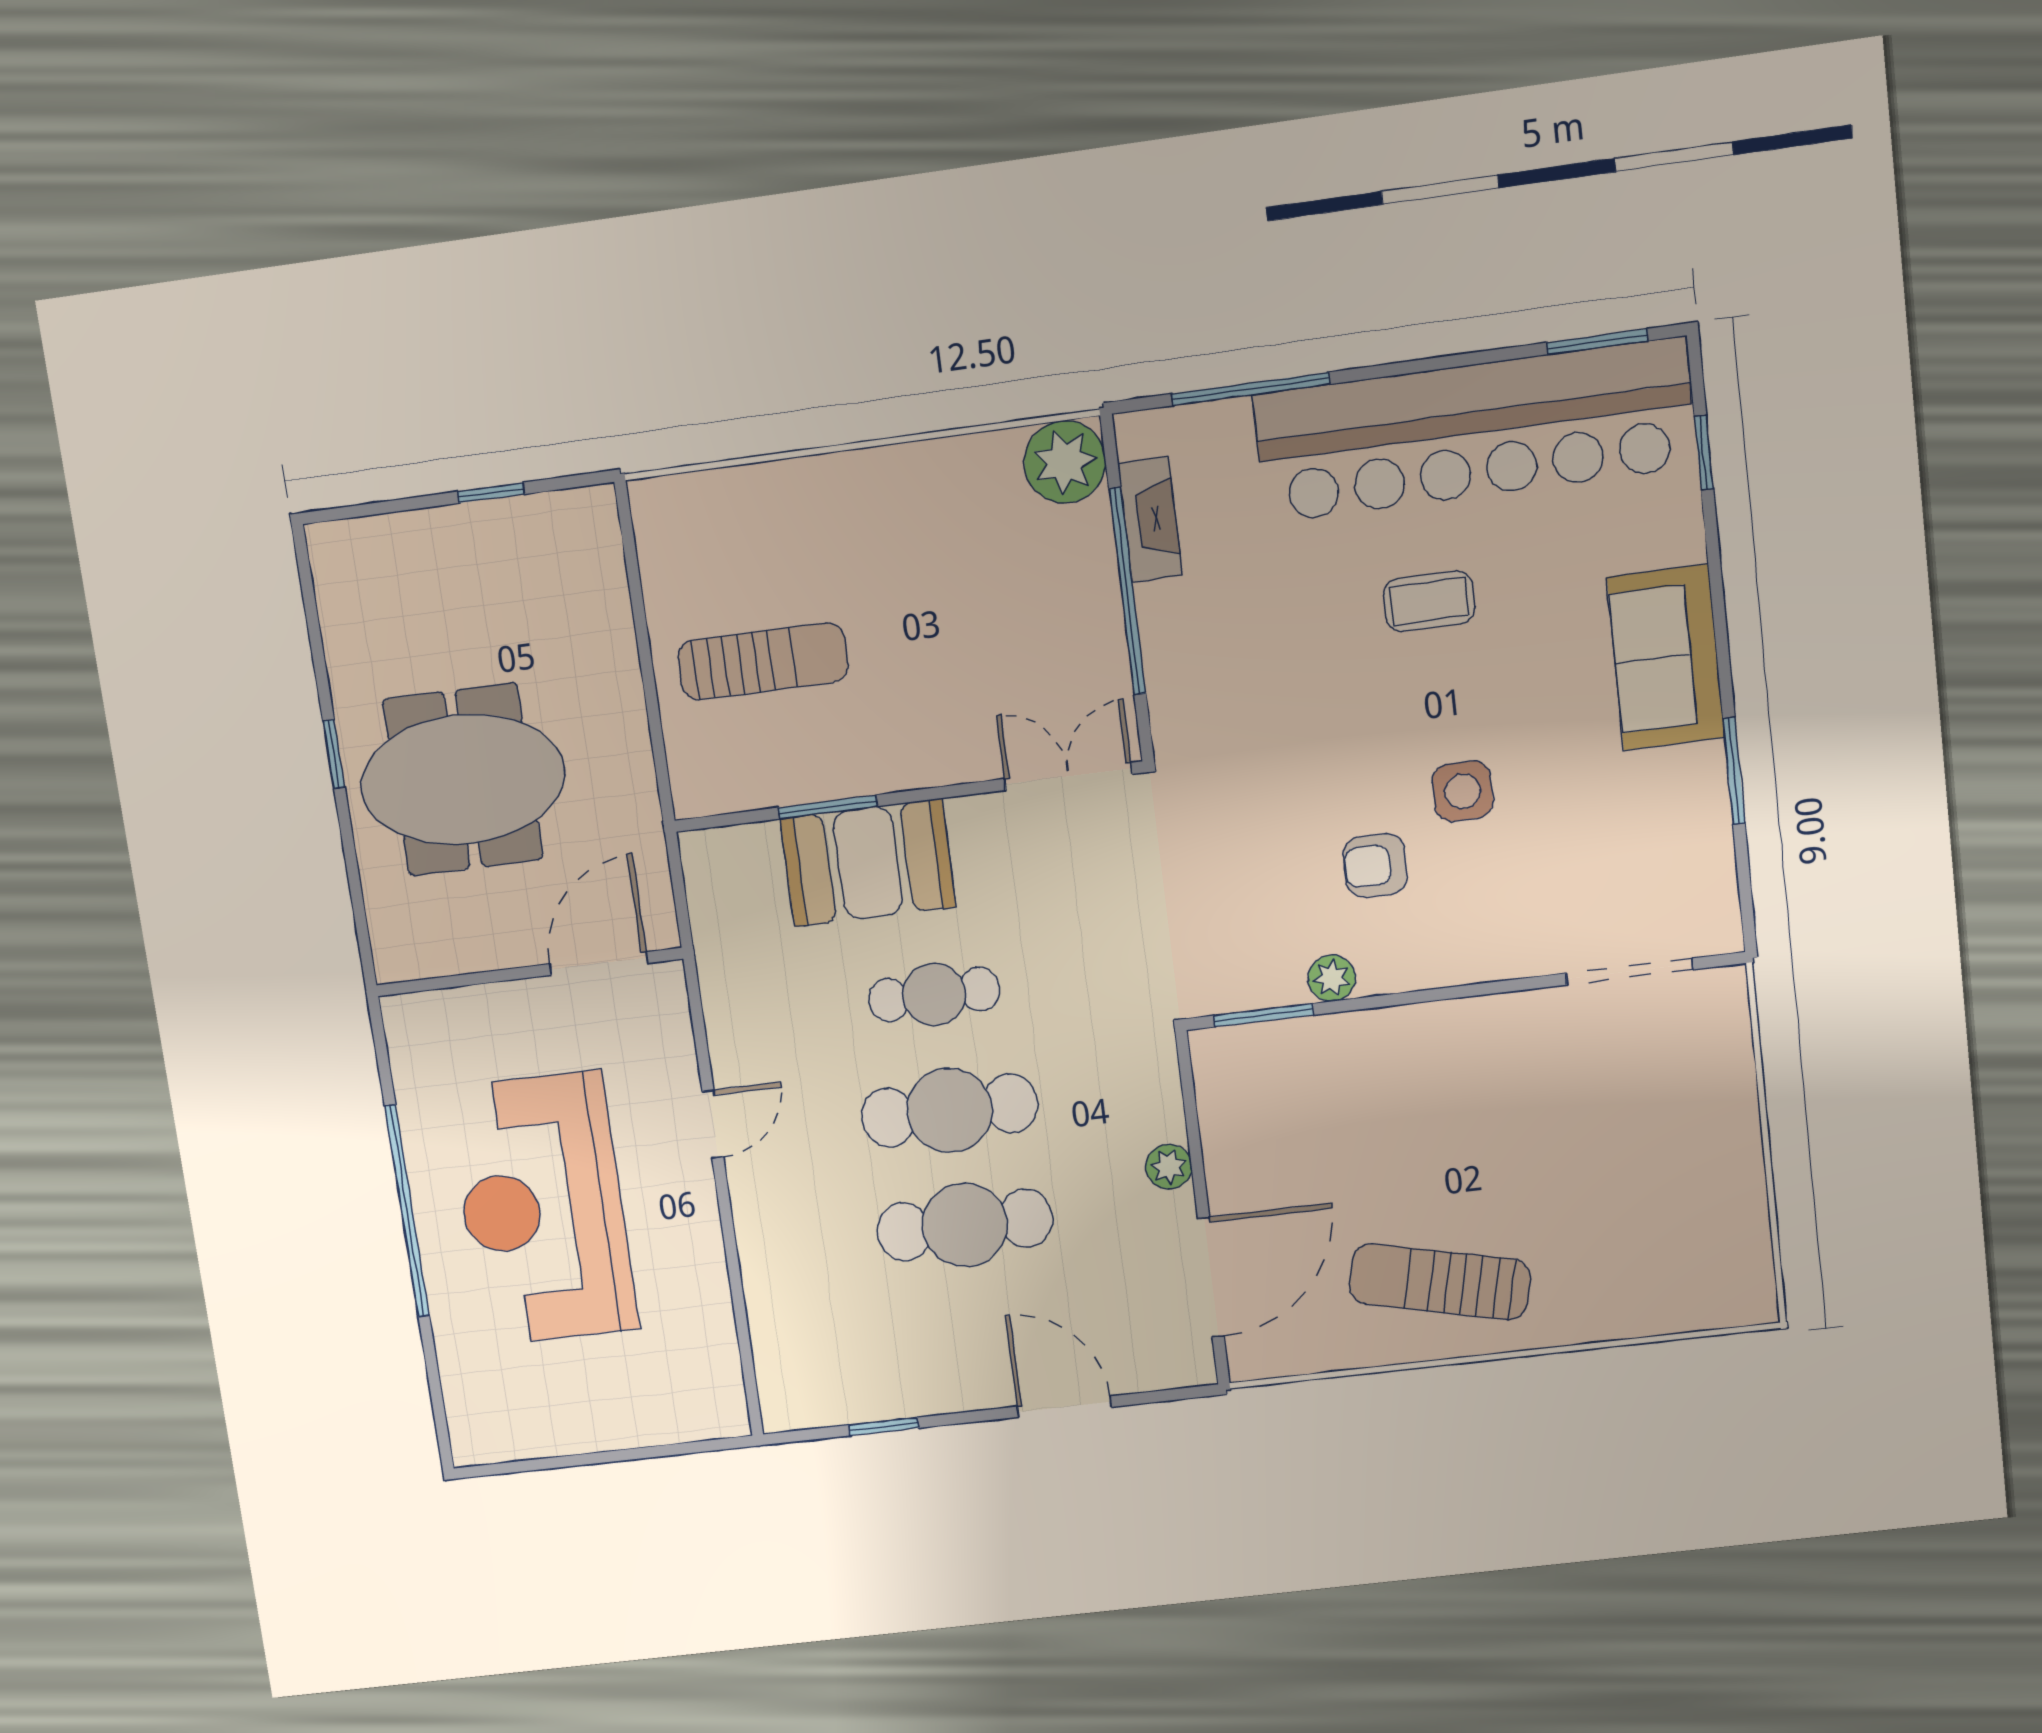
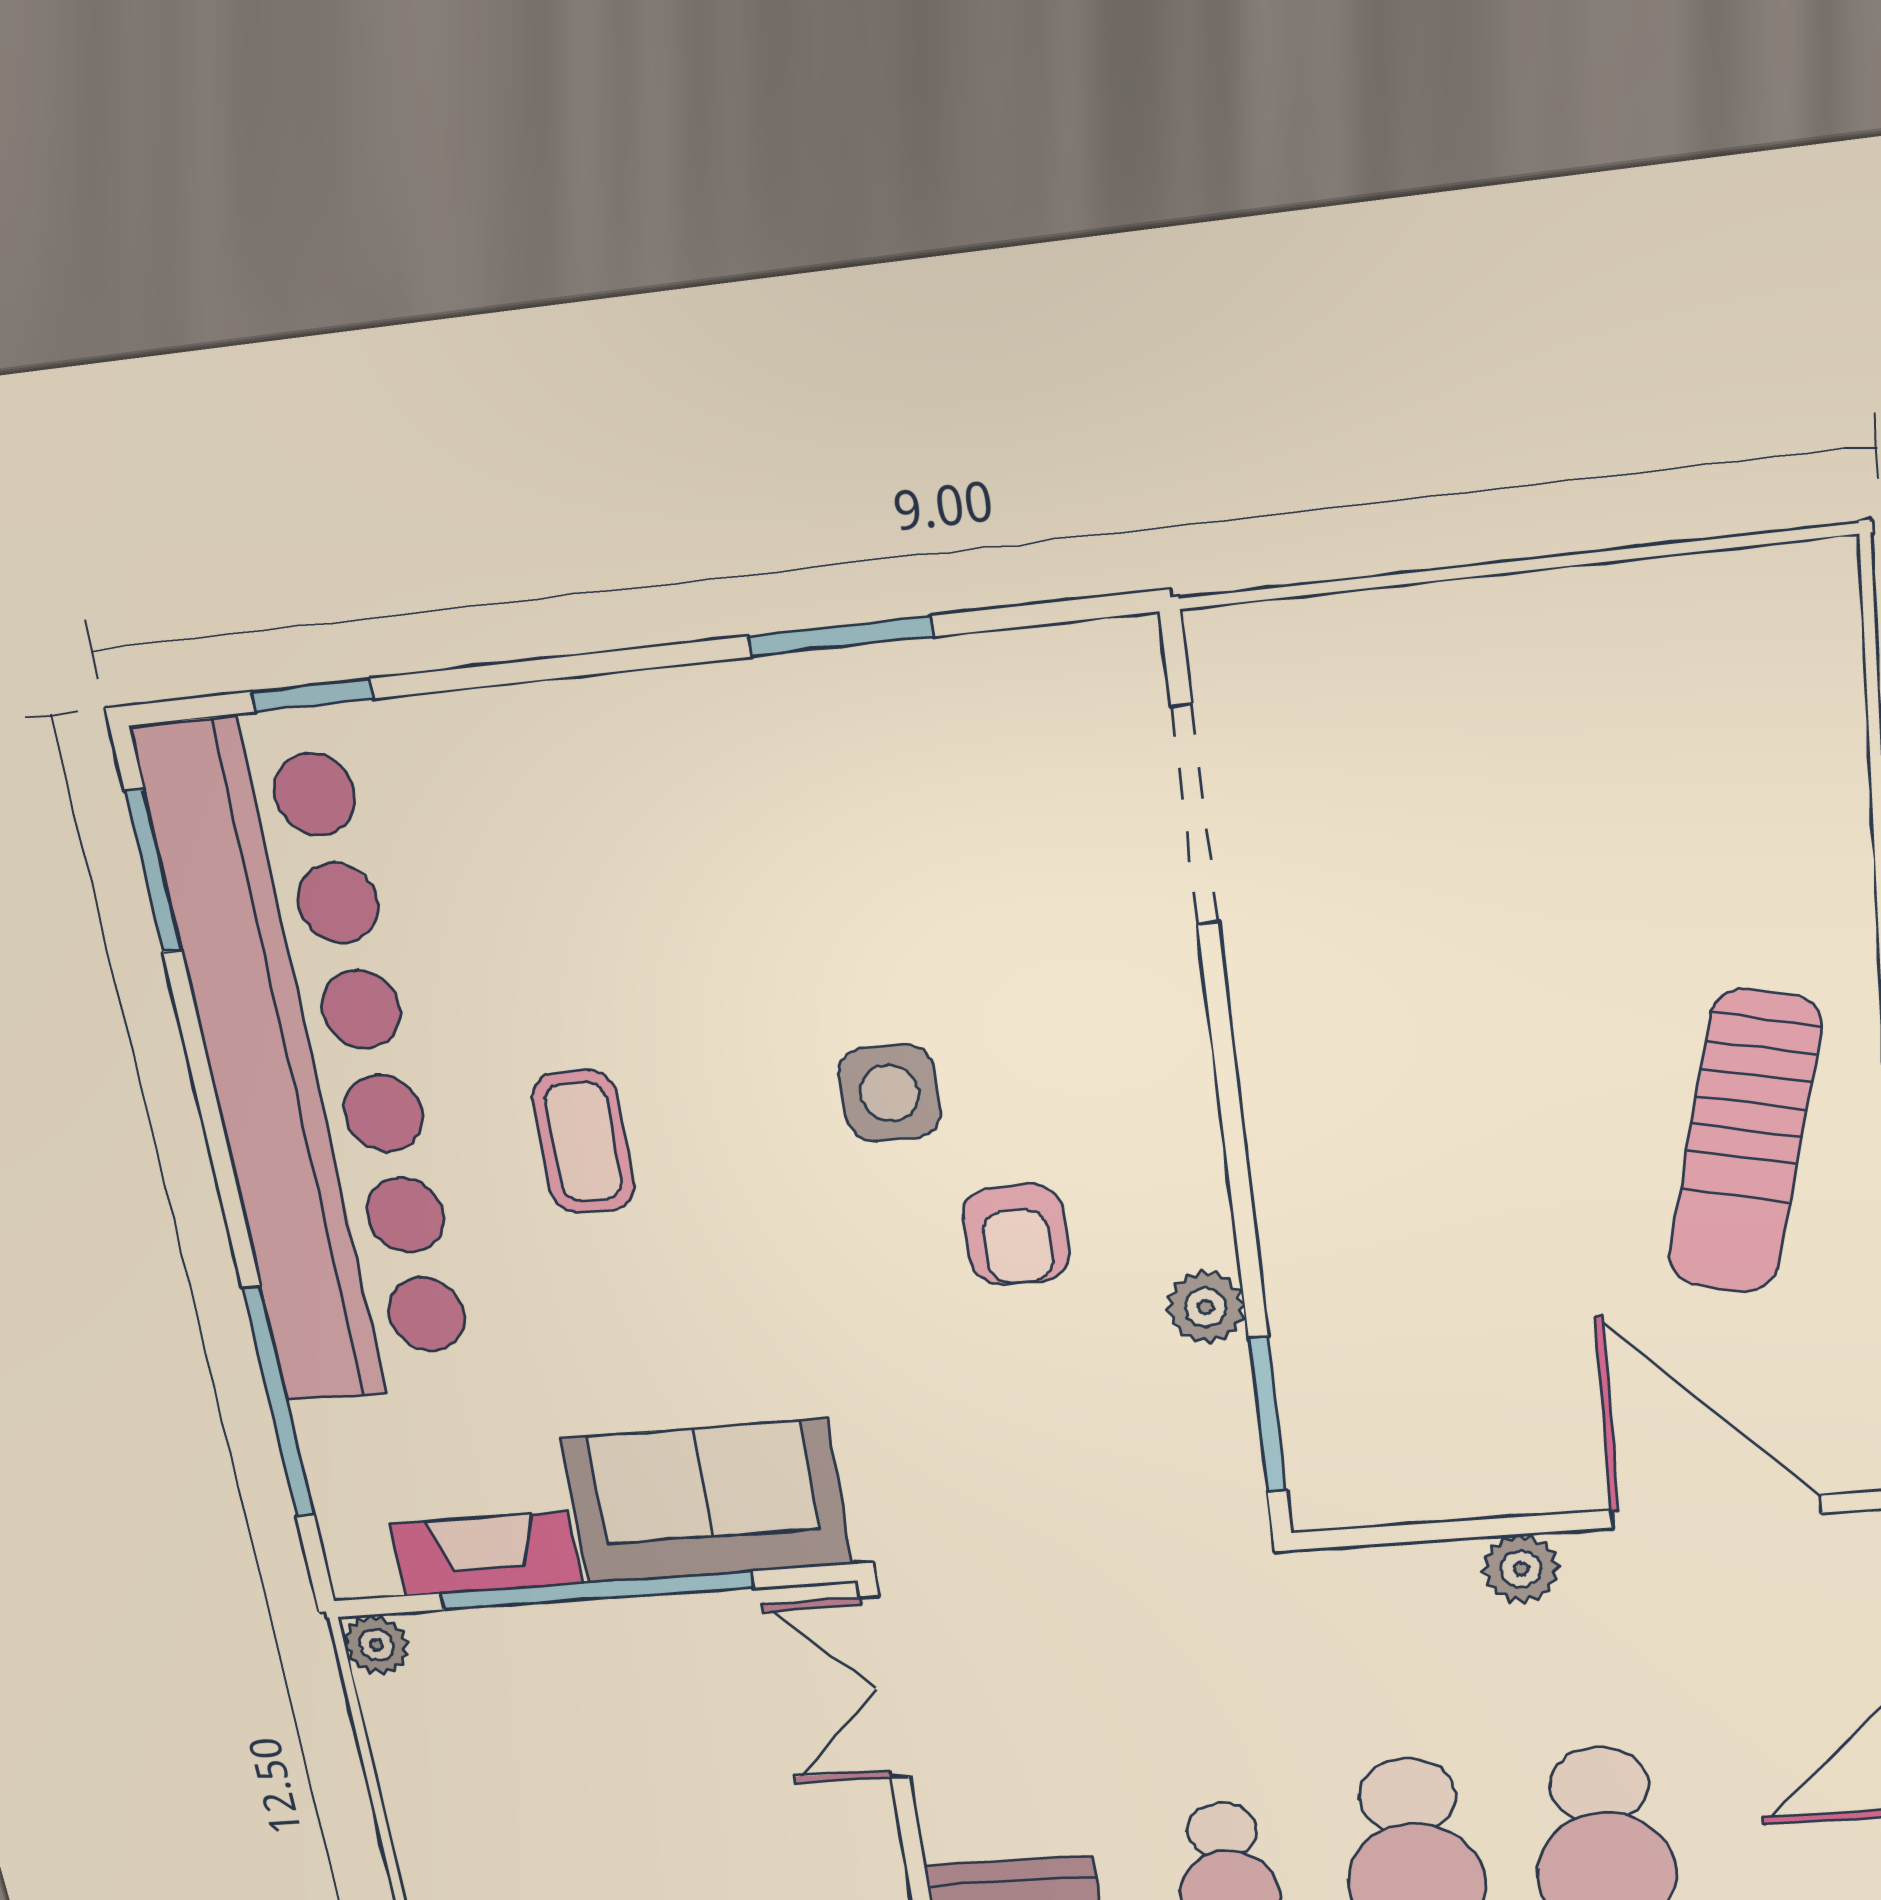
plant: (1065, 462) -> (376, 1645), width x0.53, depth x0.53
sofa: (1666, 657) -> (706, 1502), moved, turned 180

